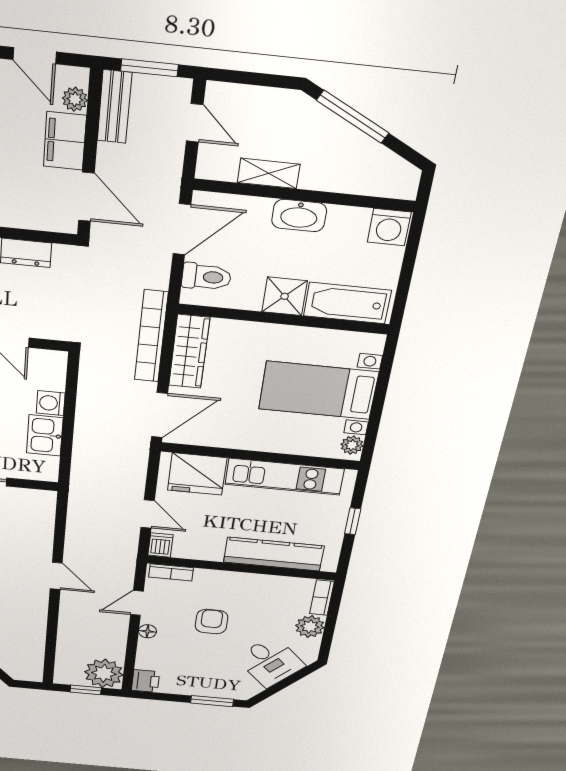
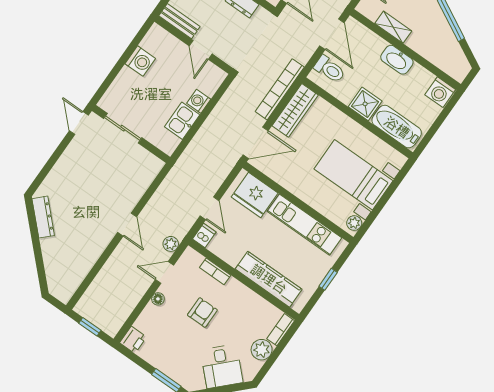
door: (182, 229) -> (332, 34), hinge flipped
bookcase: (171, 572) -> (215, 271), moved
plant: (104, 673) -> (171, 244), moved, width x0.53, depth x0.53

